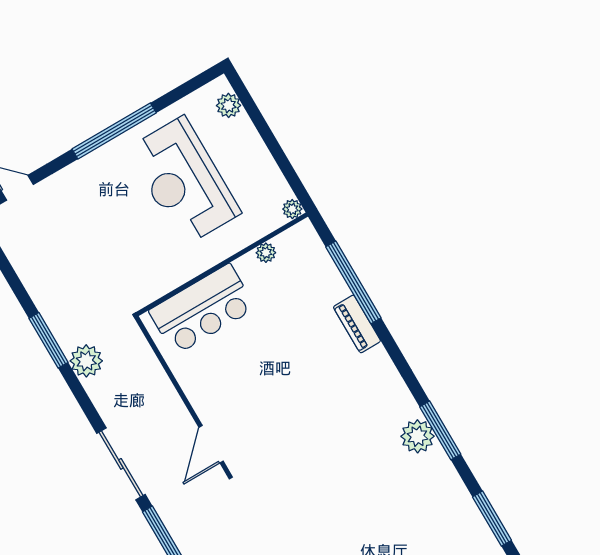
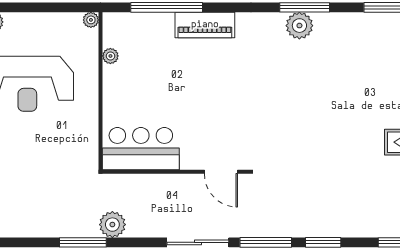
bar counter: (202, 309) -> (141, 149), moved, turned -90
piano: (357, 324) -> (205, 25), width x1.37, depth x1.33

